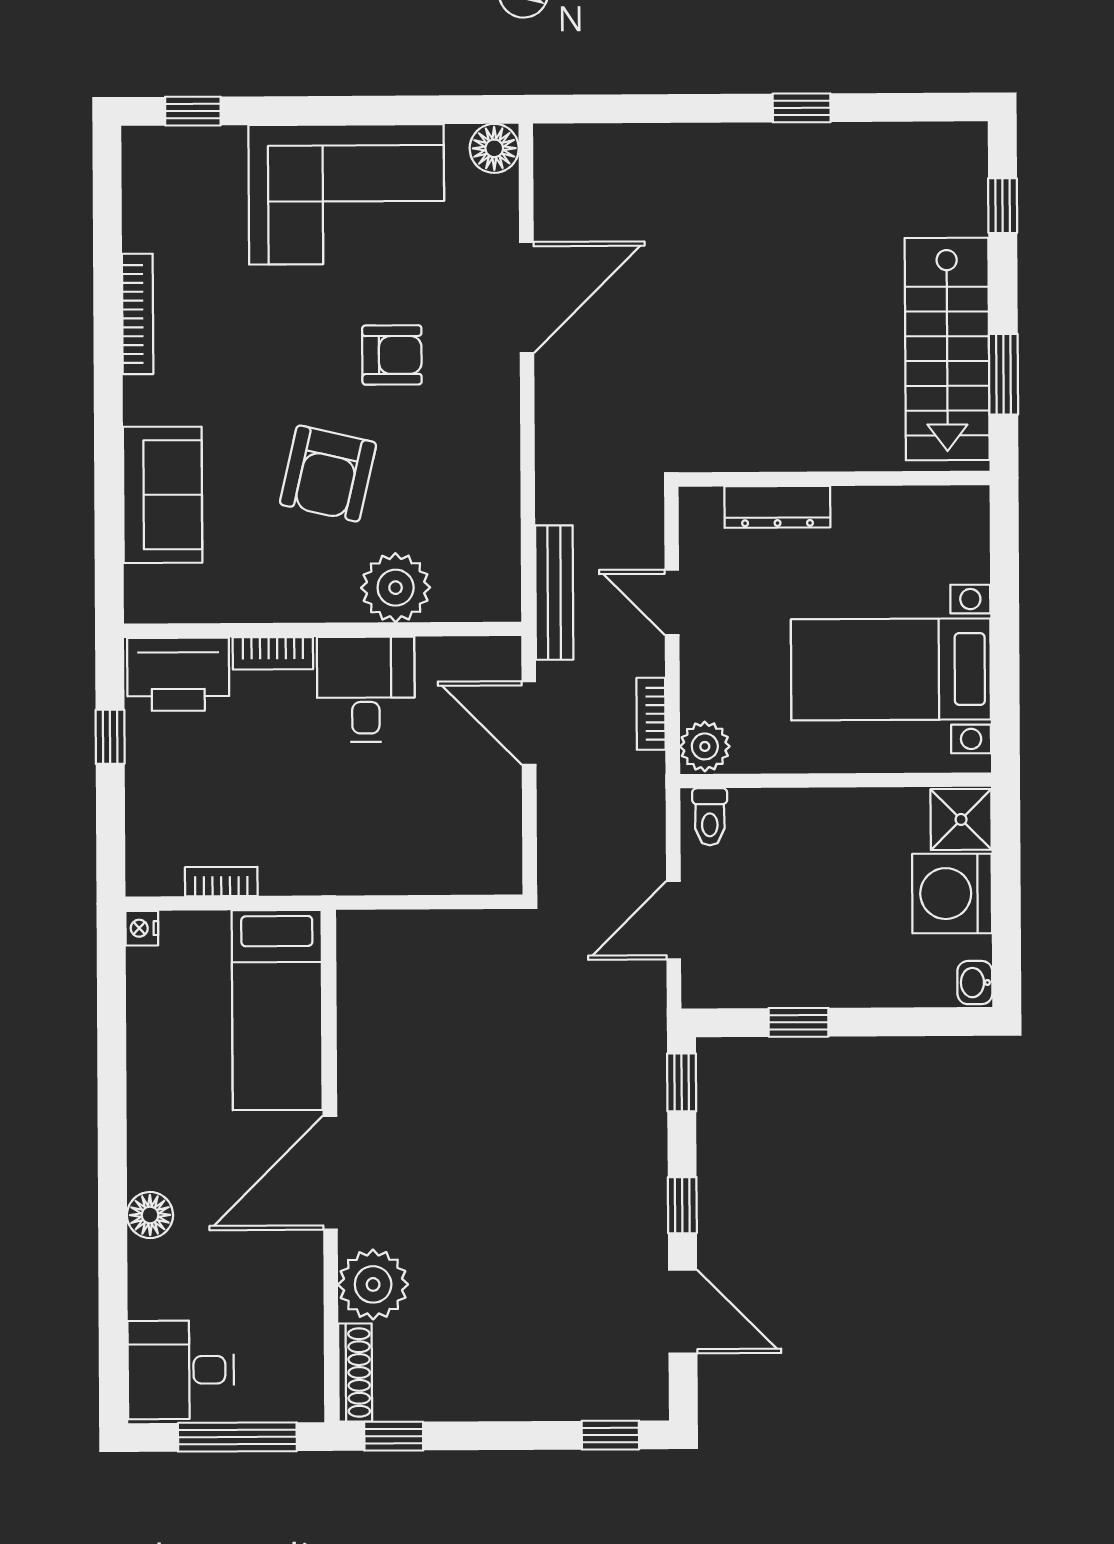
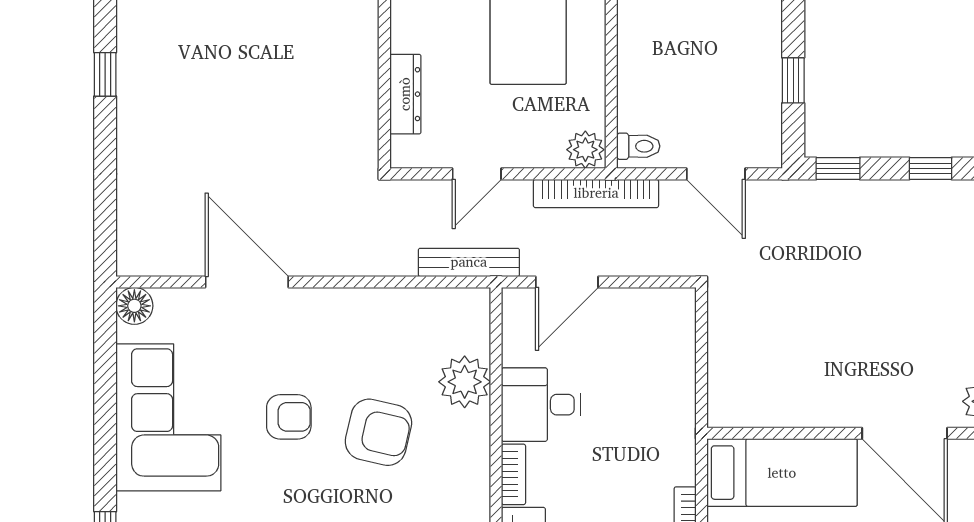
armchair: (392, 355) -> (289, 417), moved, turned 90
bookcase: (651, 714) -> (596, 193), width x2.31, depth x1.31

